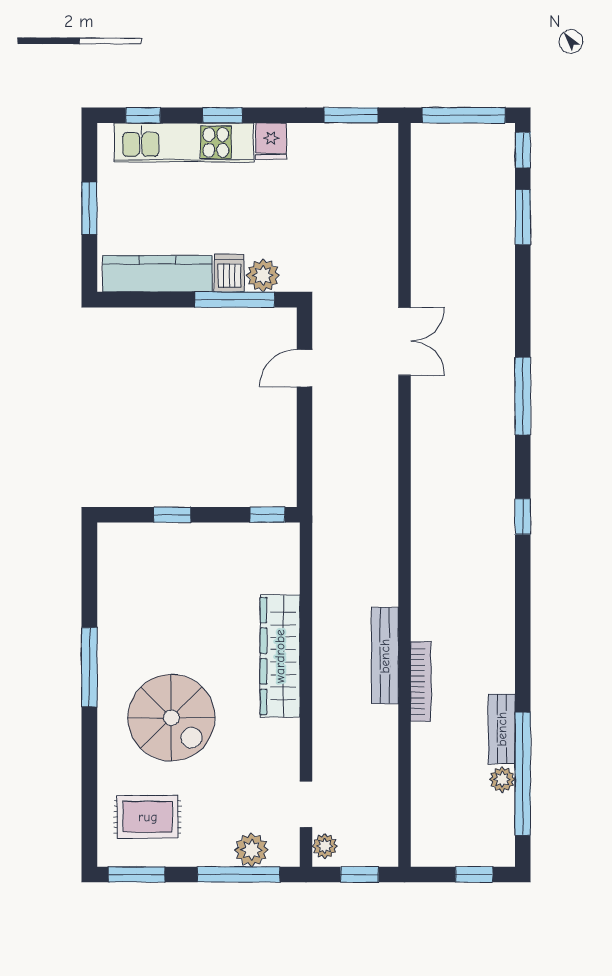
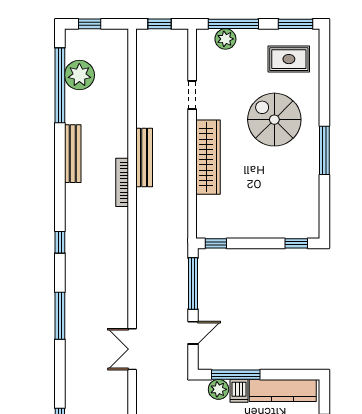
window: (305, 449) -> (193, 284), added
window: (172, 515) -> (296, 243), moved
bookcase: (421, 681) -> (122, 182), moved
bench: (502, 729) -> (73, 154), moved, width x1.36
plant: (502, 779) -> (79, 75), width x1.87, depth x1.87
doorway: (306, 804) -> (192, 95), moved
plant: (325, 846) -> (181, 41), removed

